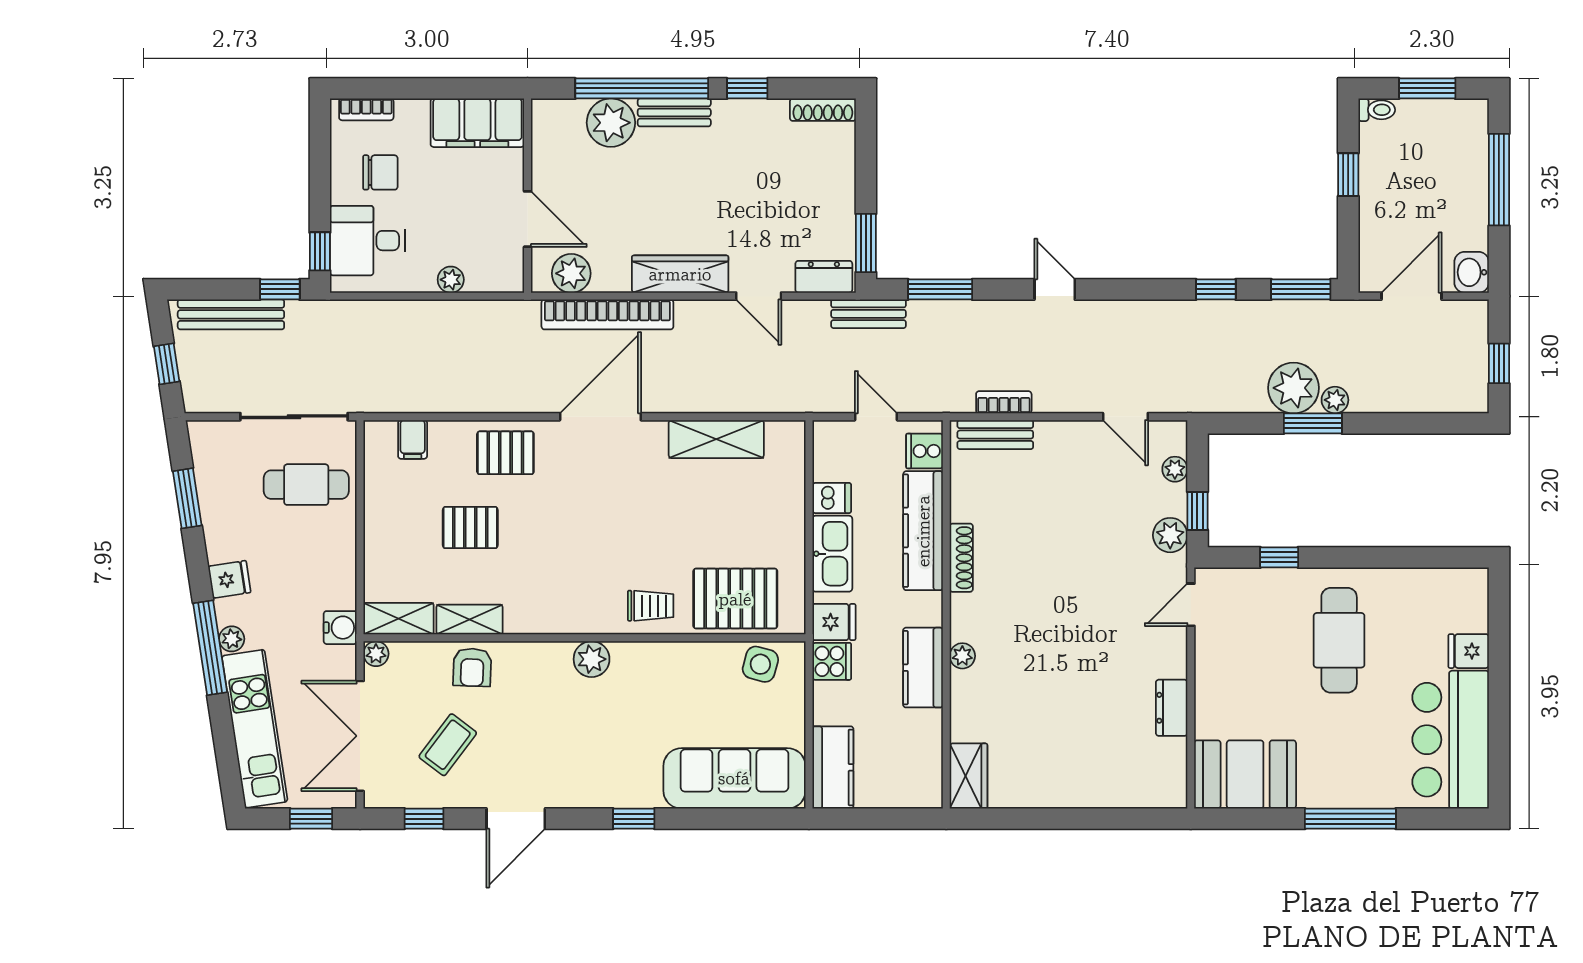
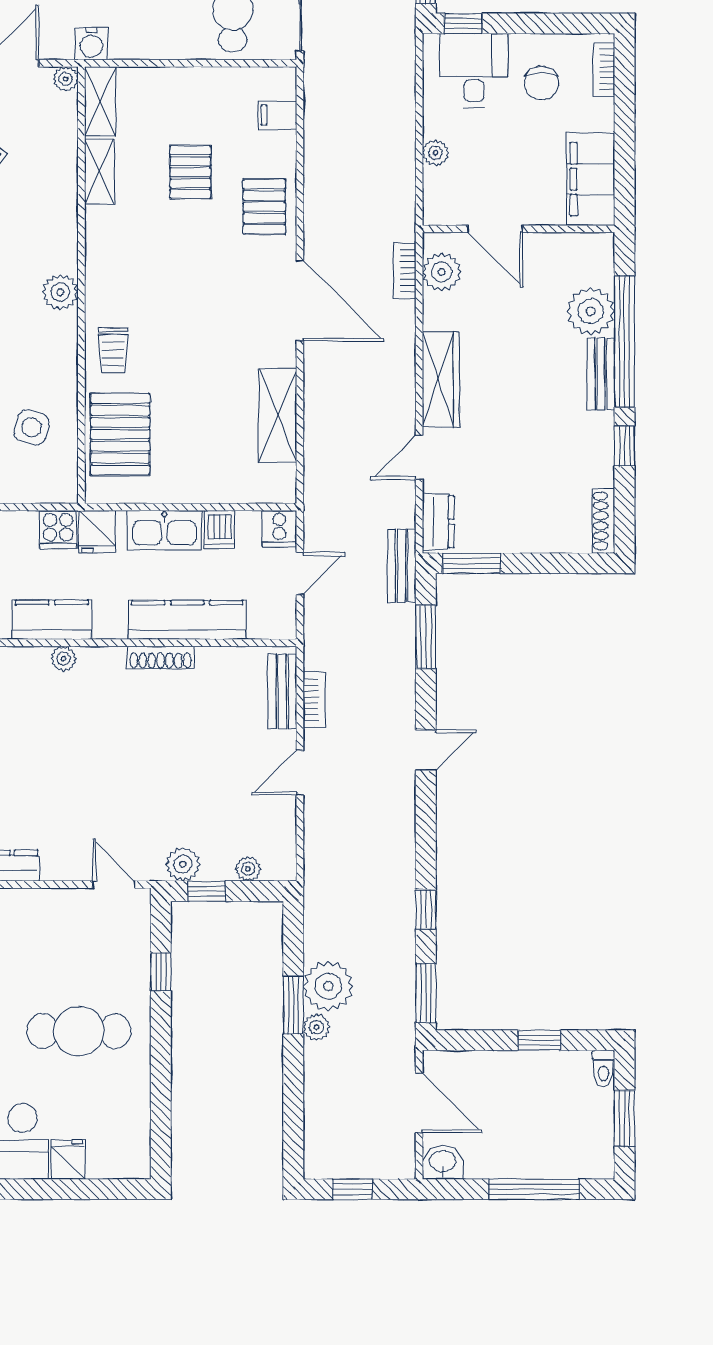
door: (528, 219) -> (495, 229), hinge flipped
bookcase: (607, 314) -> (405, 271), width x0.43, depth x0.76
door: (1125, 417) -> (300, 773), moved
cooker: (924, 451) -> (279, 529), moved, turned 180
side table: (760, 664) -> (32, 427), moved
armchair: (472, 667) -> (52, 174), removed

